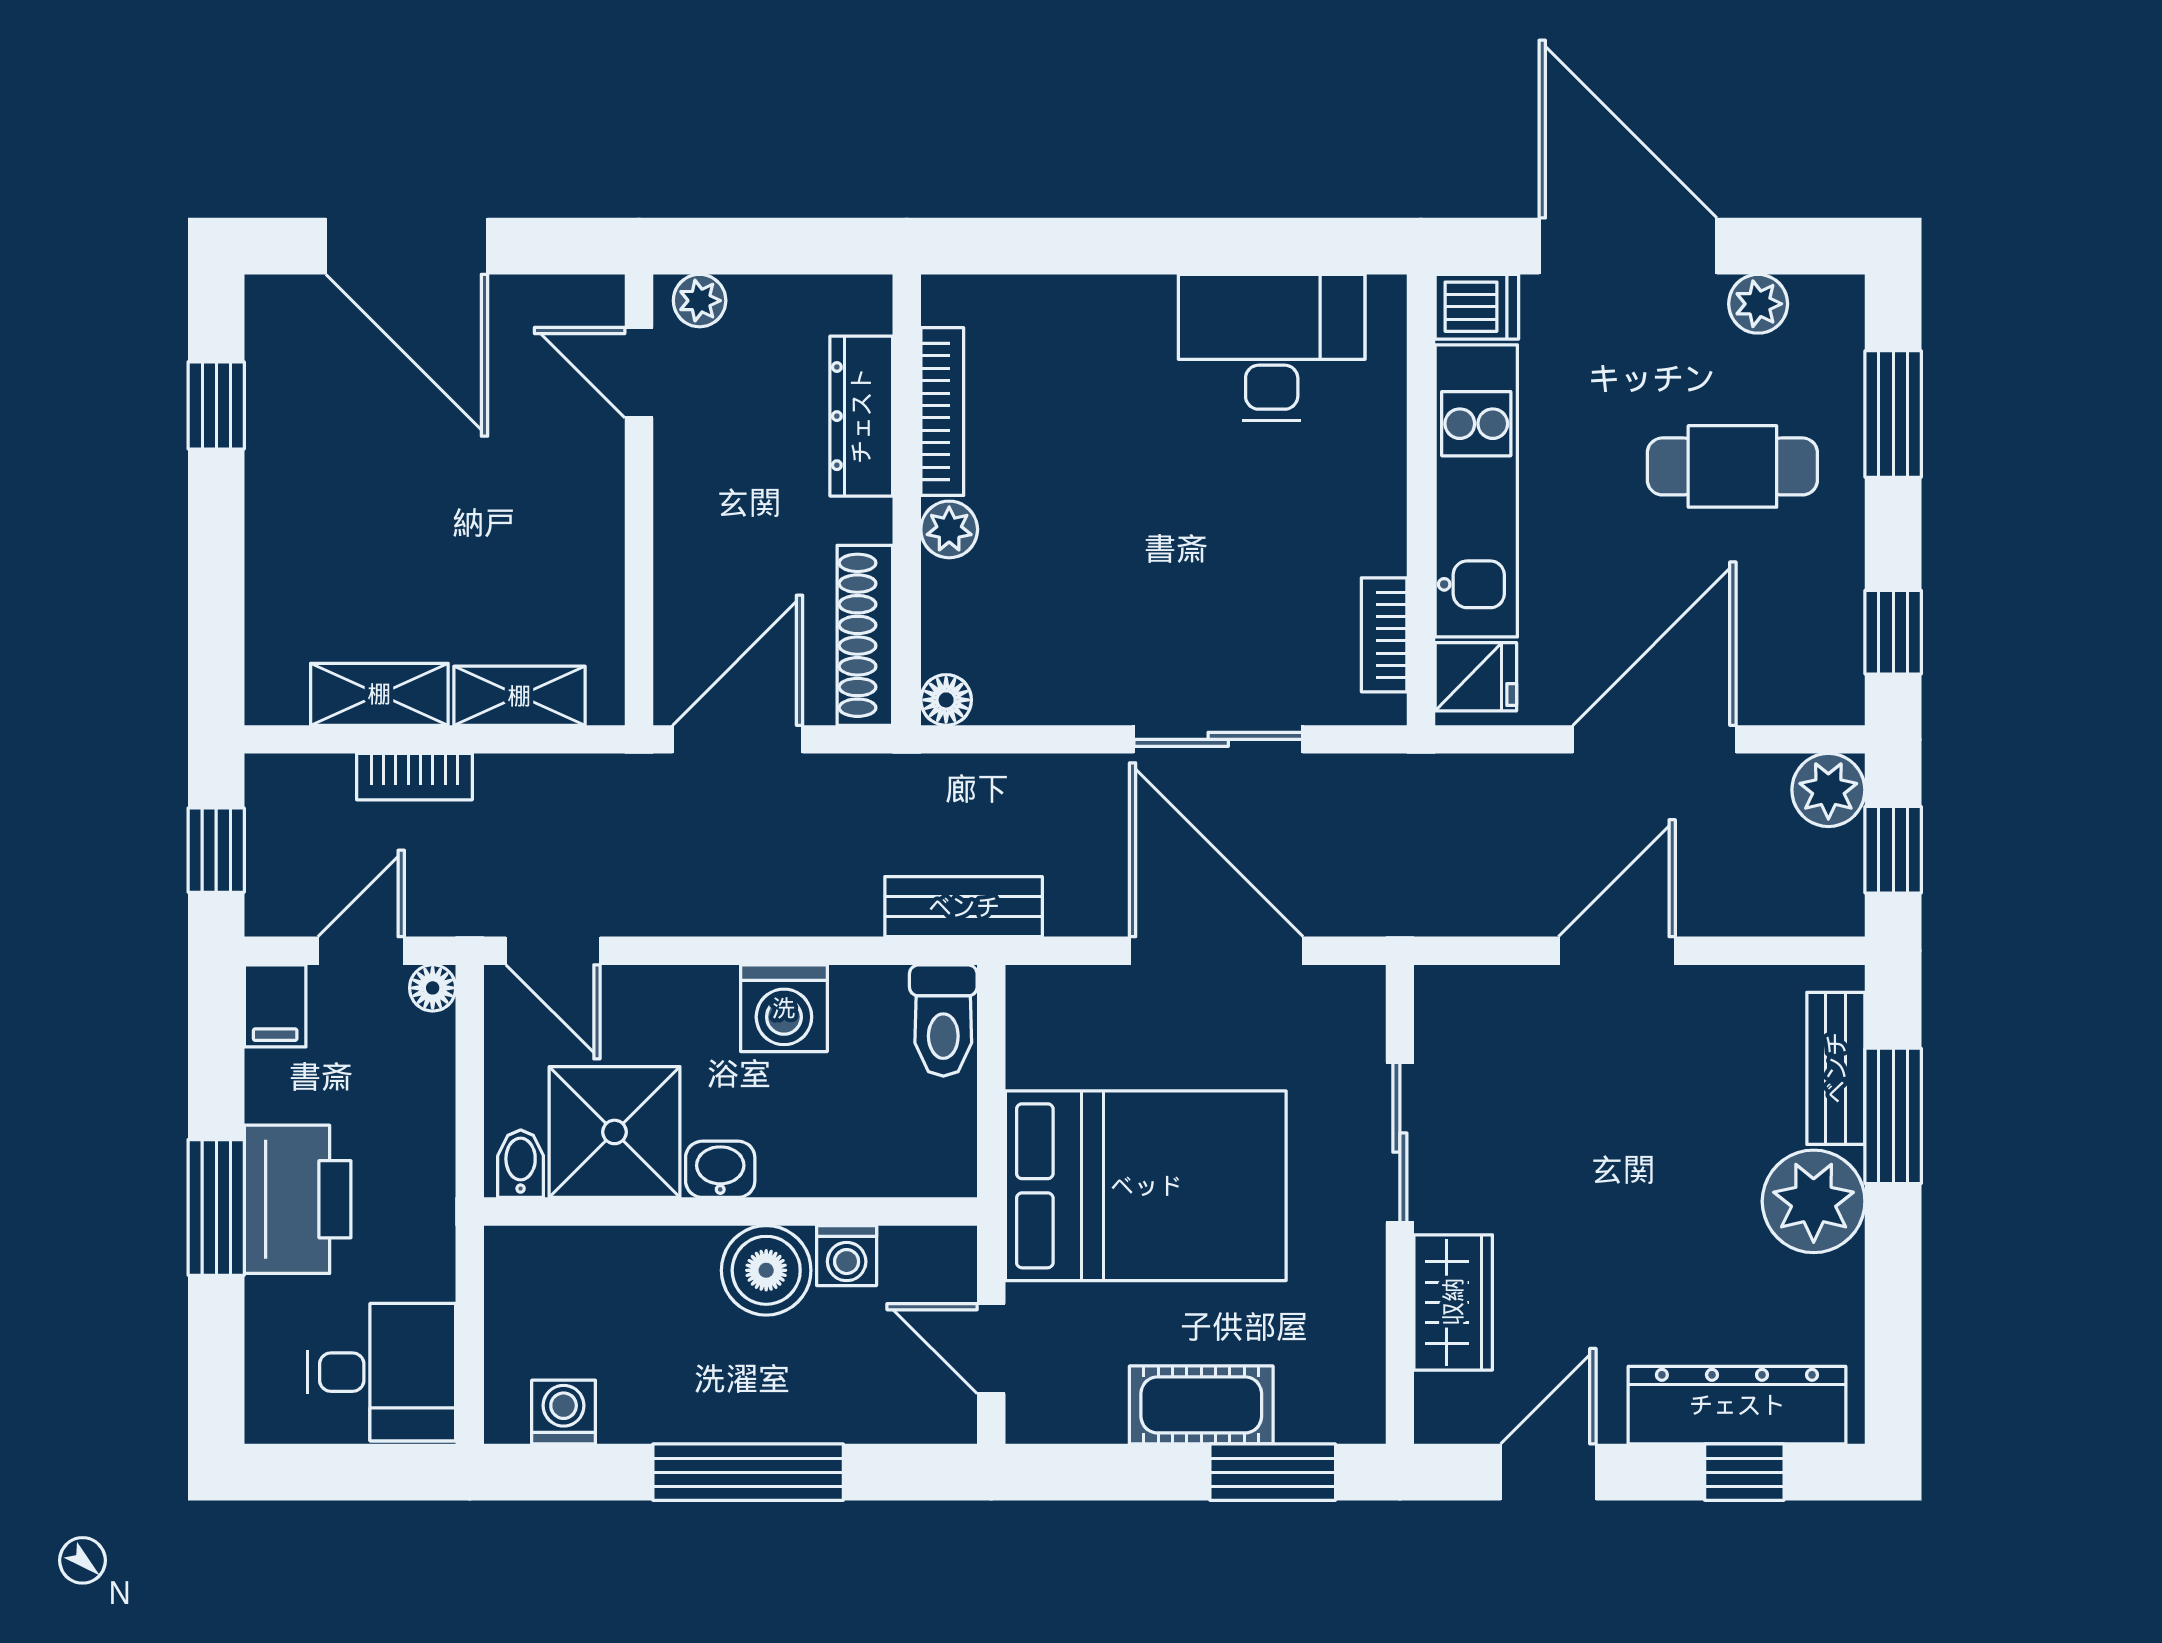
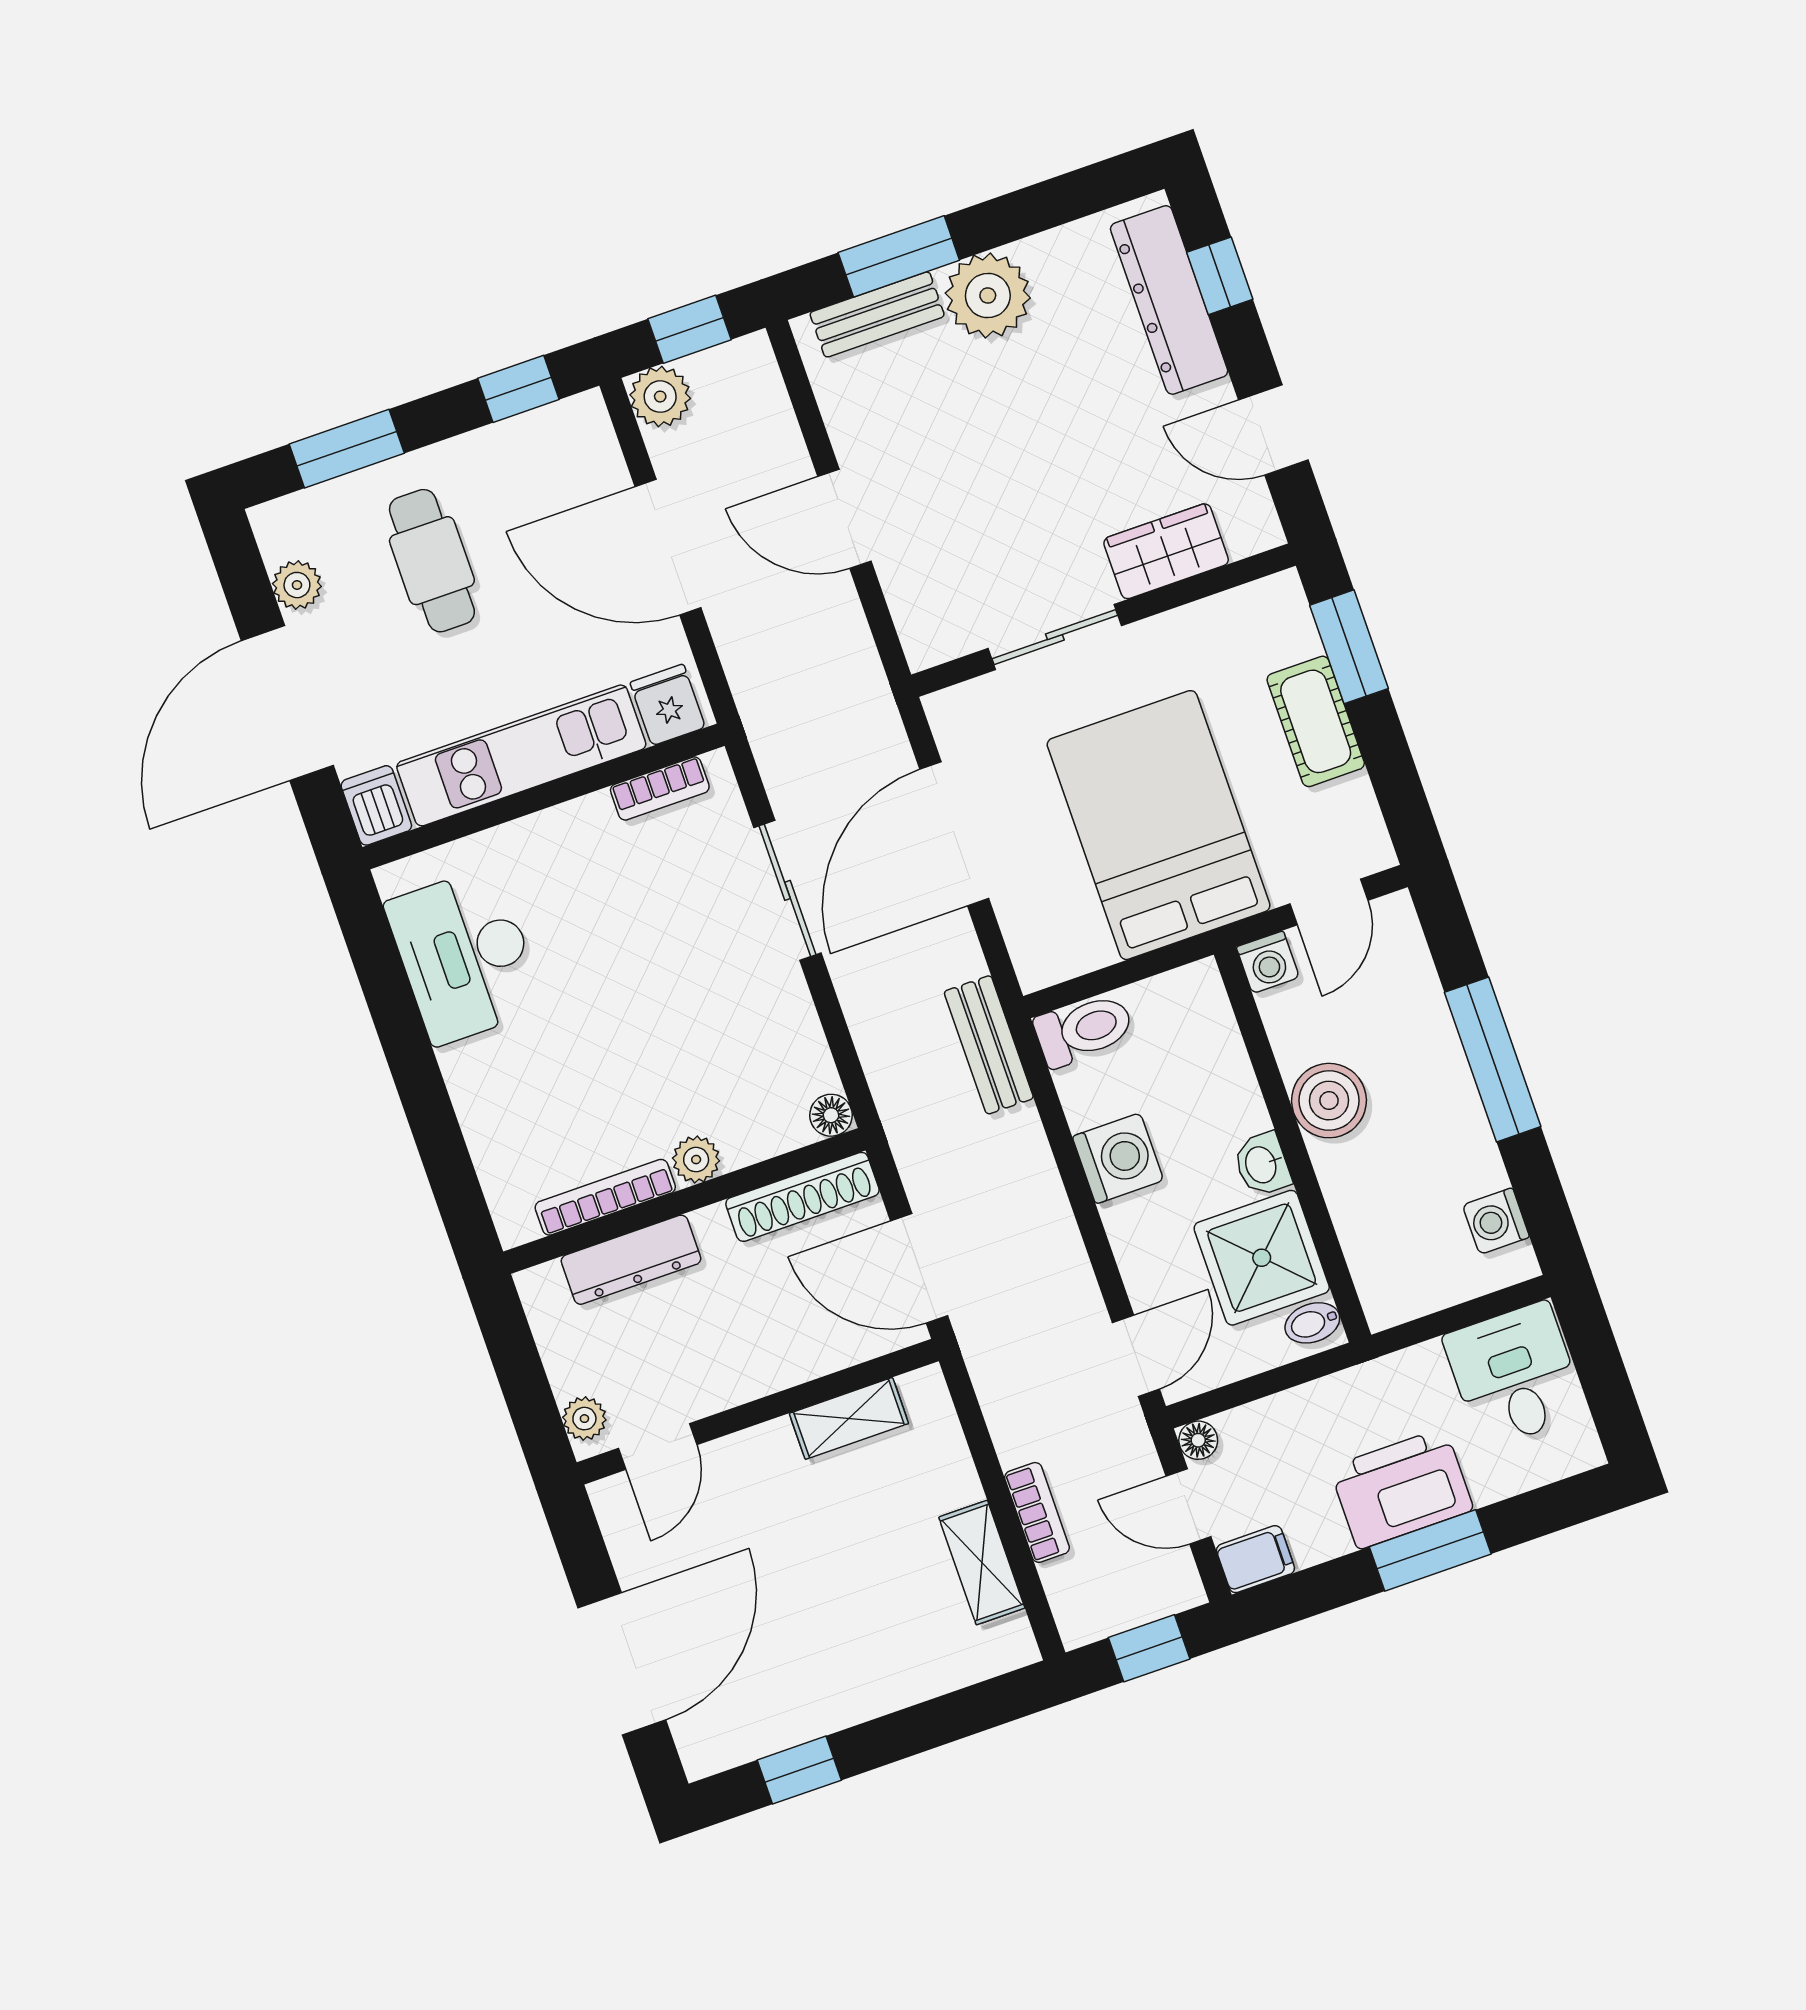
shelving: (519, 696) -> (849, 1418), moved, turned 90
washing machine: (847, 1256) -> (1268, 962), moved, turned 90

